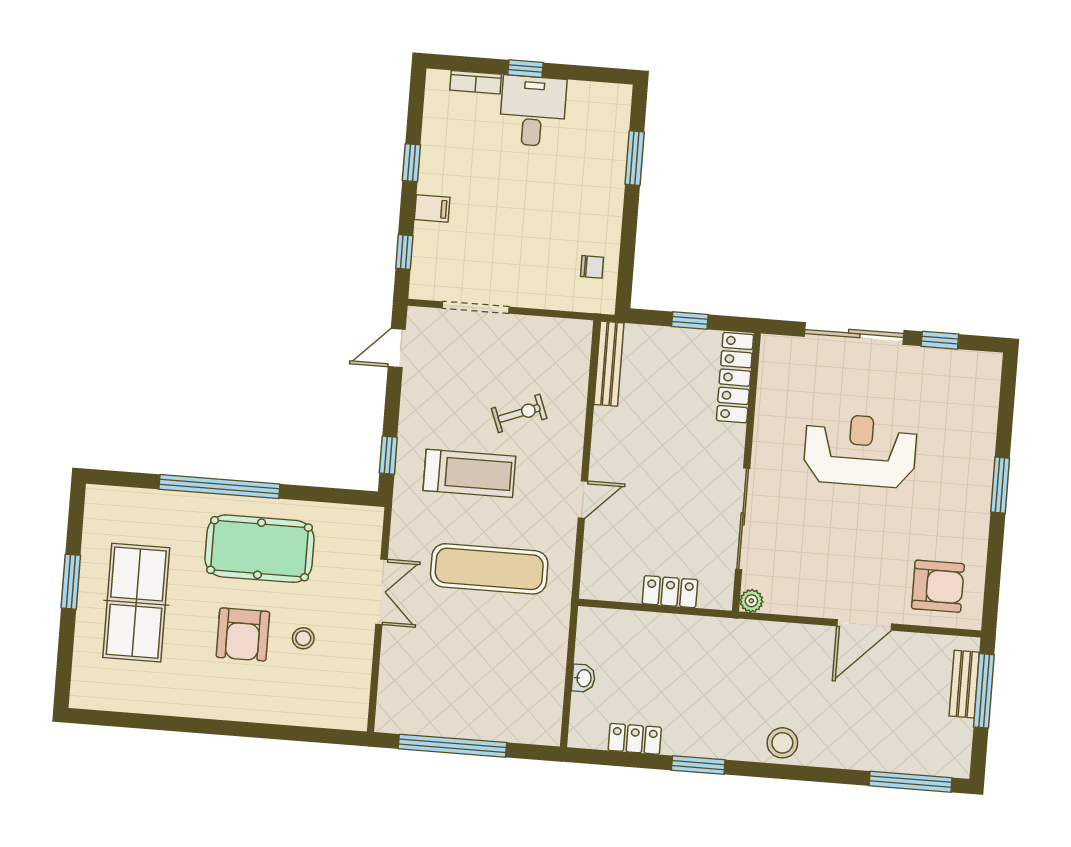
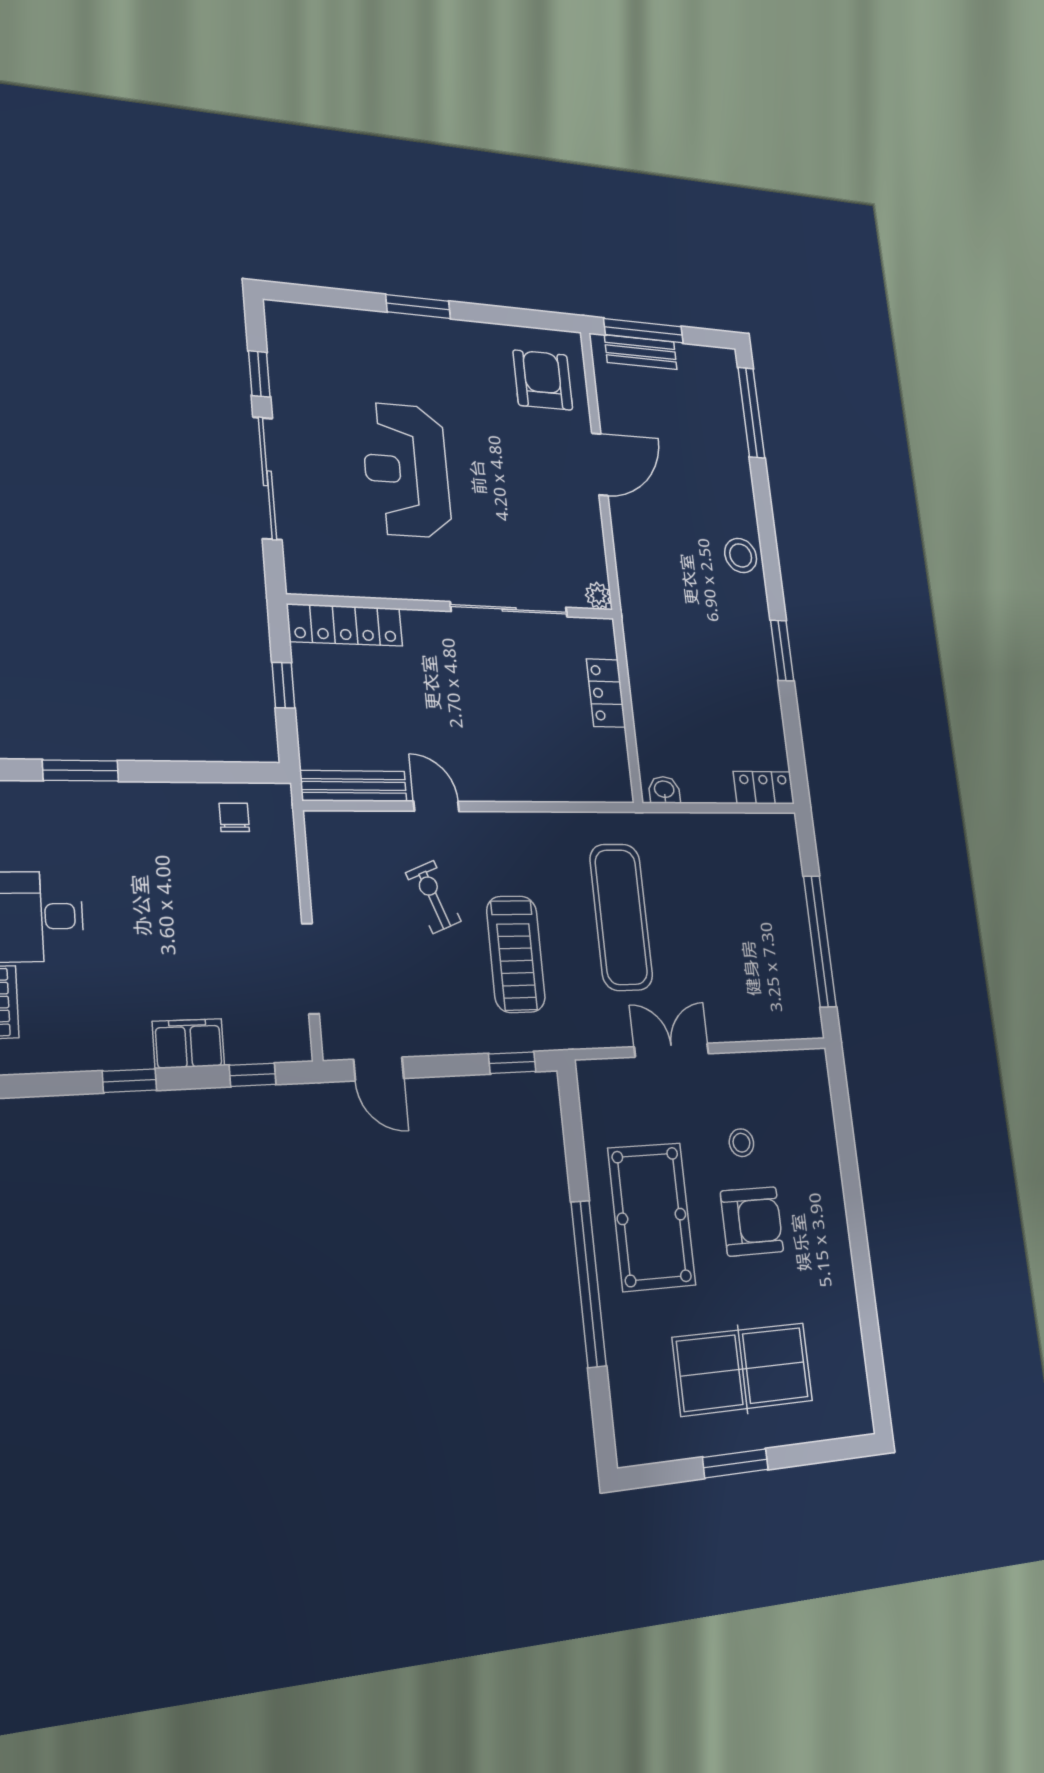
filing cabinet: (432, 208) -> (188, 1044), width x2.00
treadmill: (469, 473) -> (516, 954), turned 180
door: (583, 499) -> (436, 806), moved
door: (864, 625) -> (600, 464), hinge flipped
washbasin: (583, 678) -> (664, 790), moved
locker: (635, 739) -> (764, 788), moved, turned 90

